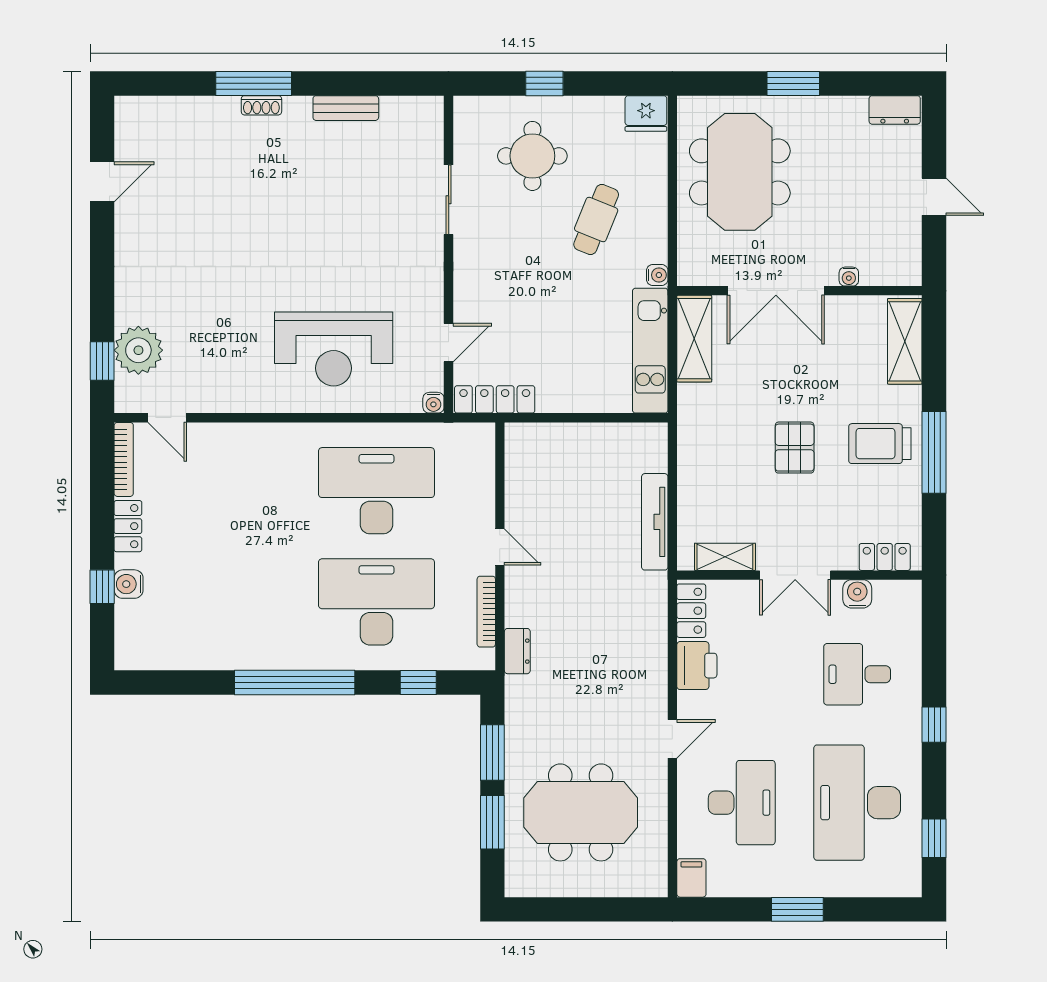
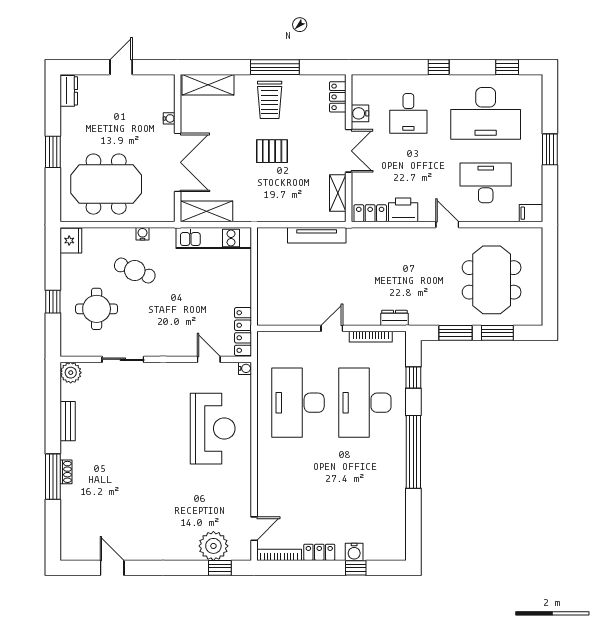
plant: (426, 113) -> (71, 373), added
water cooler: (657, 275) -> (142, 234), moved

